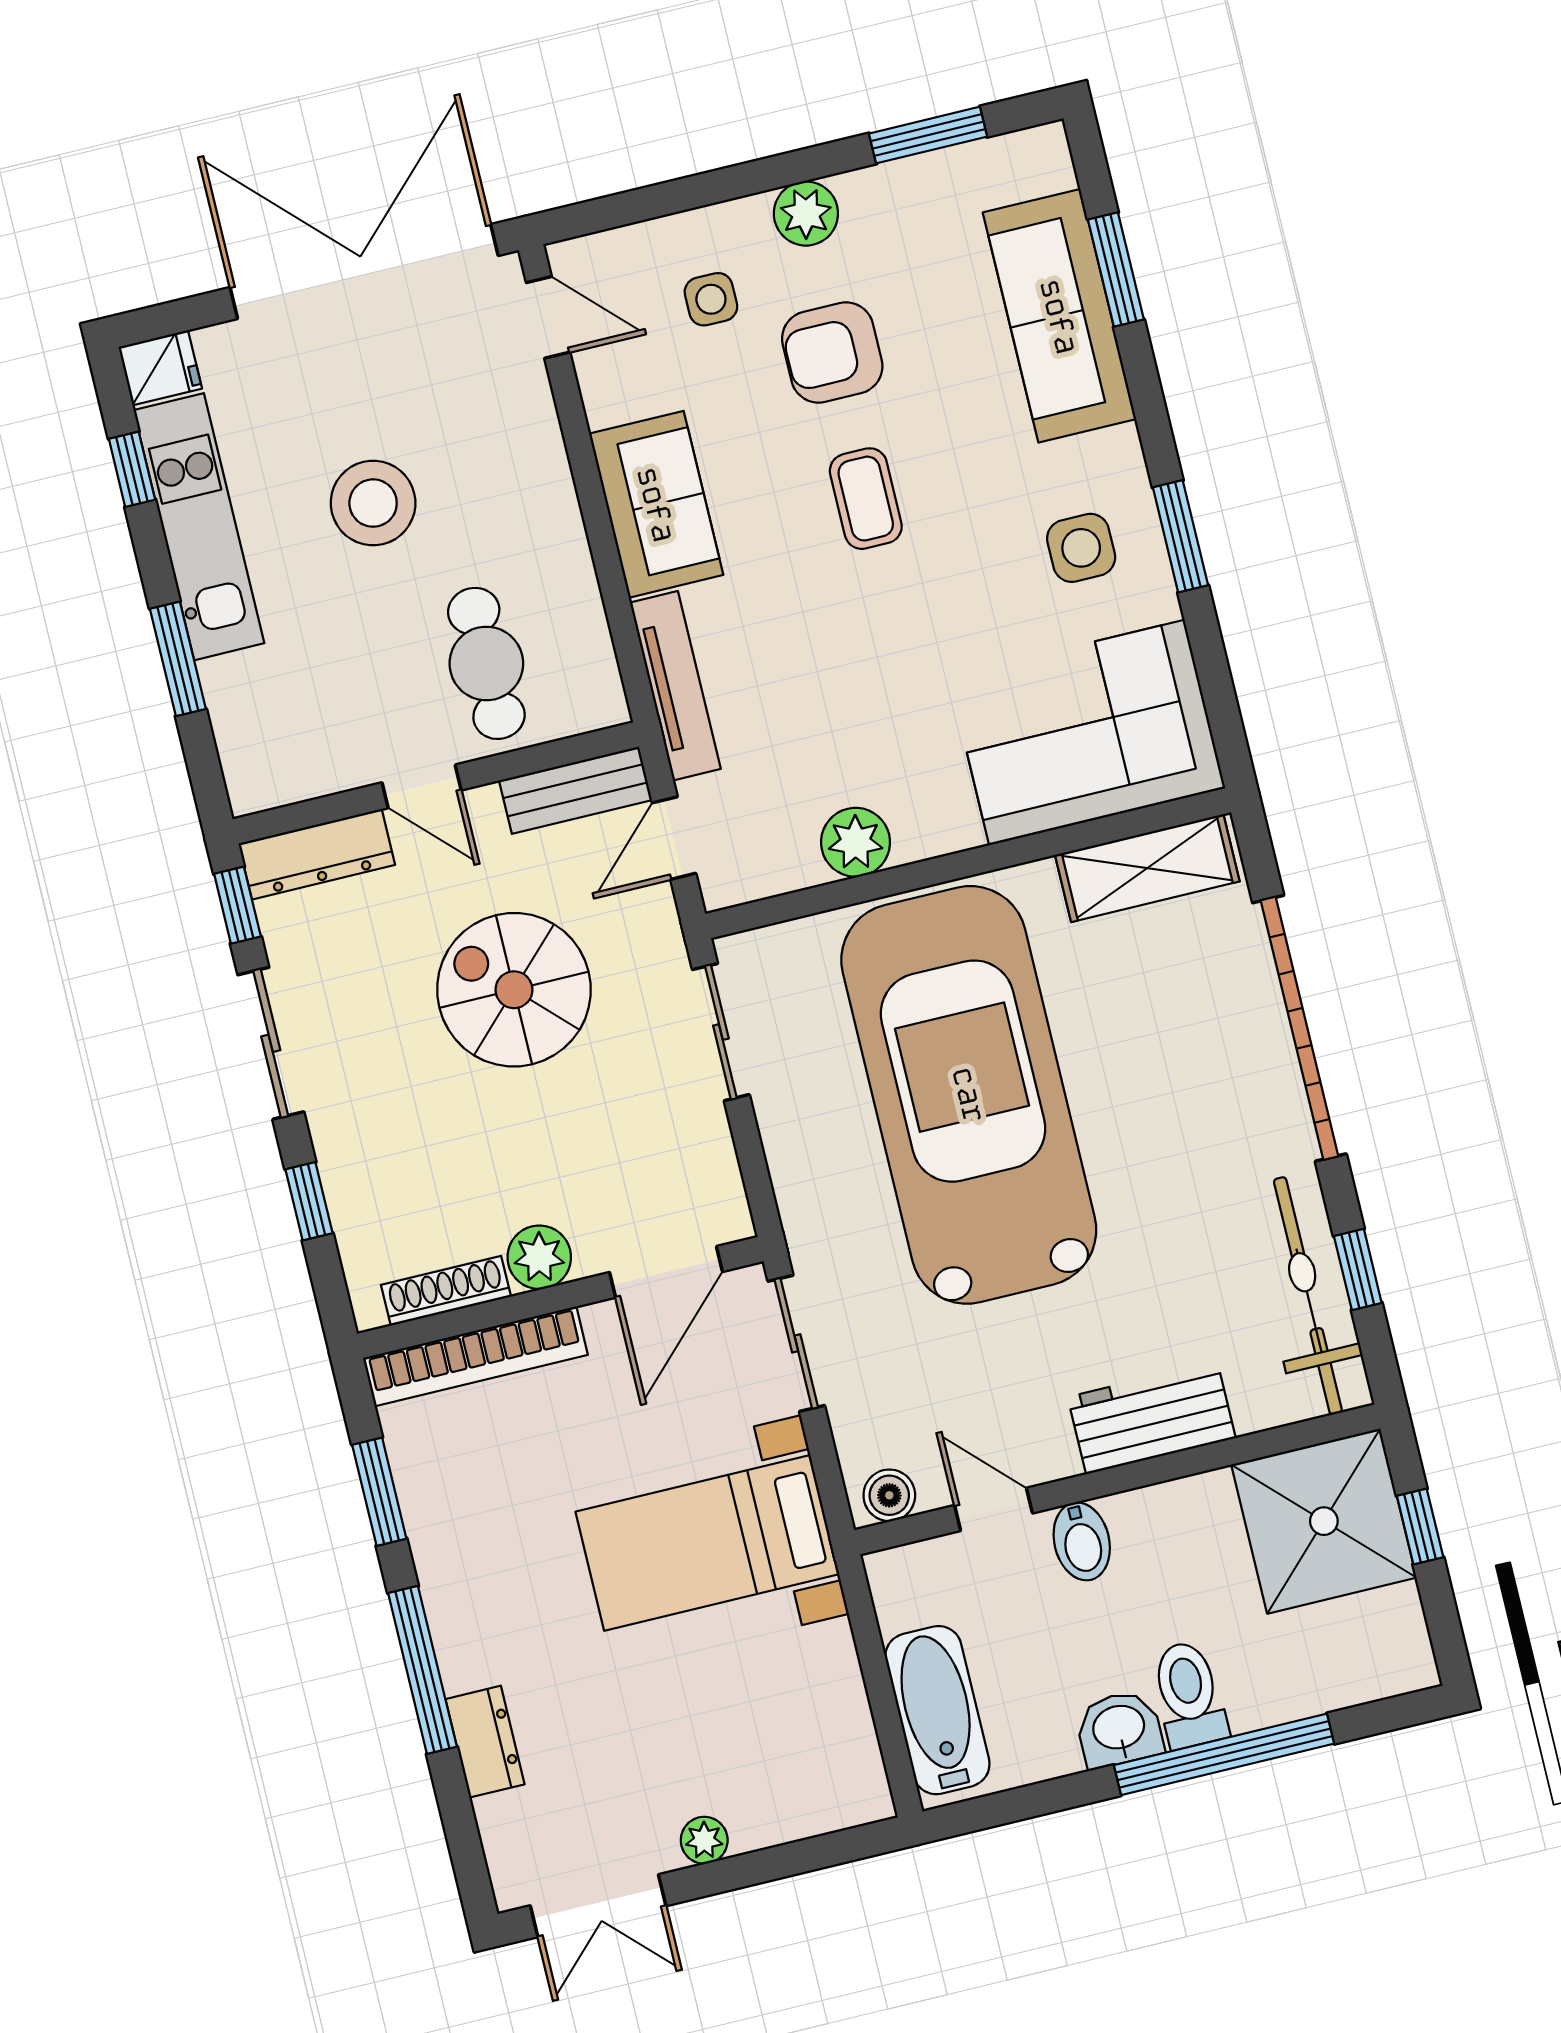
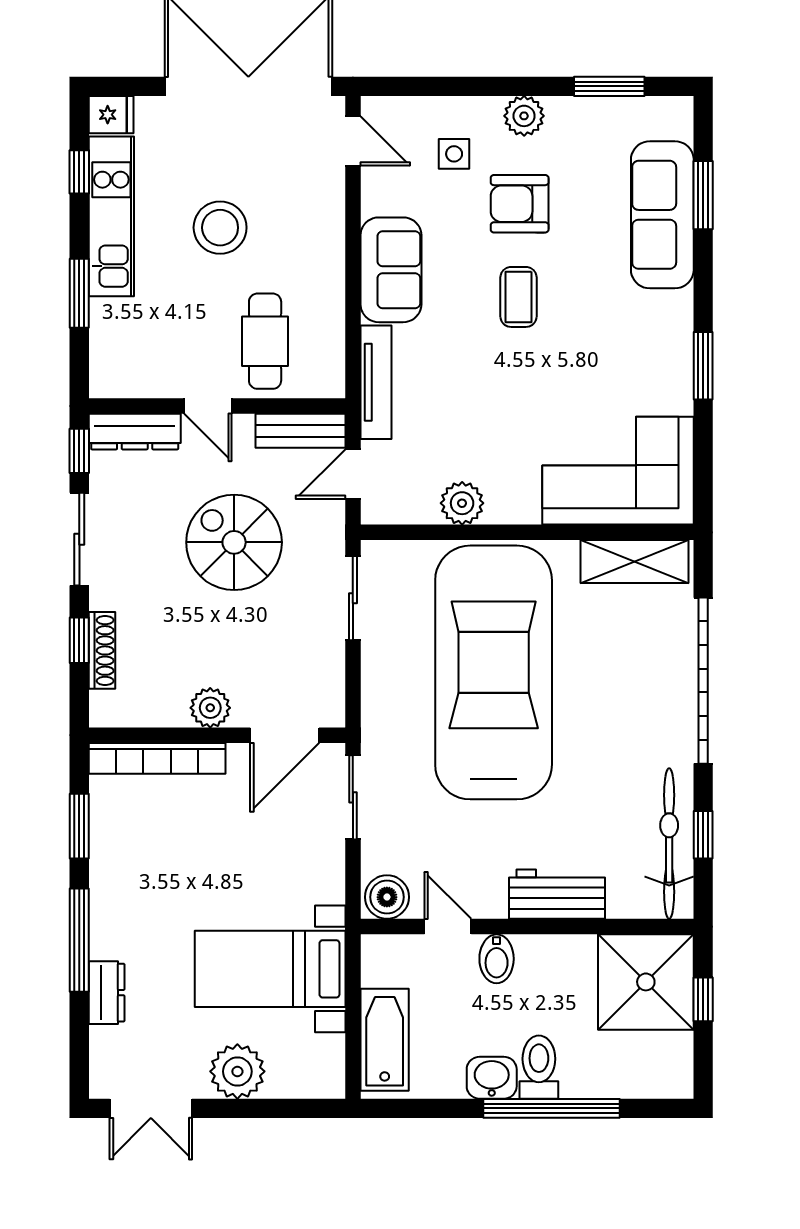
side table: (1081, 548) -> (641, 358), removed
shoe rack: (446, 1291) -> (102, 650), moved, turned 90
boiler: (889, 1495) -> (387, 897), width x1.36, depth x1.36
bed with nightstands: (707, 1543) -> (270, 969), moved
plant: (704, 1840) -> (237, 1071), width x1.87, depth x1.87

